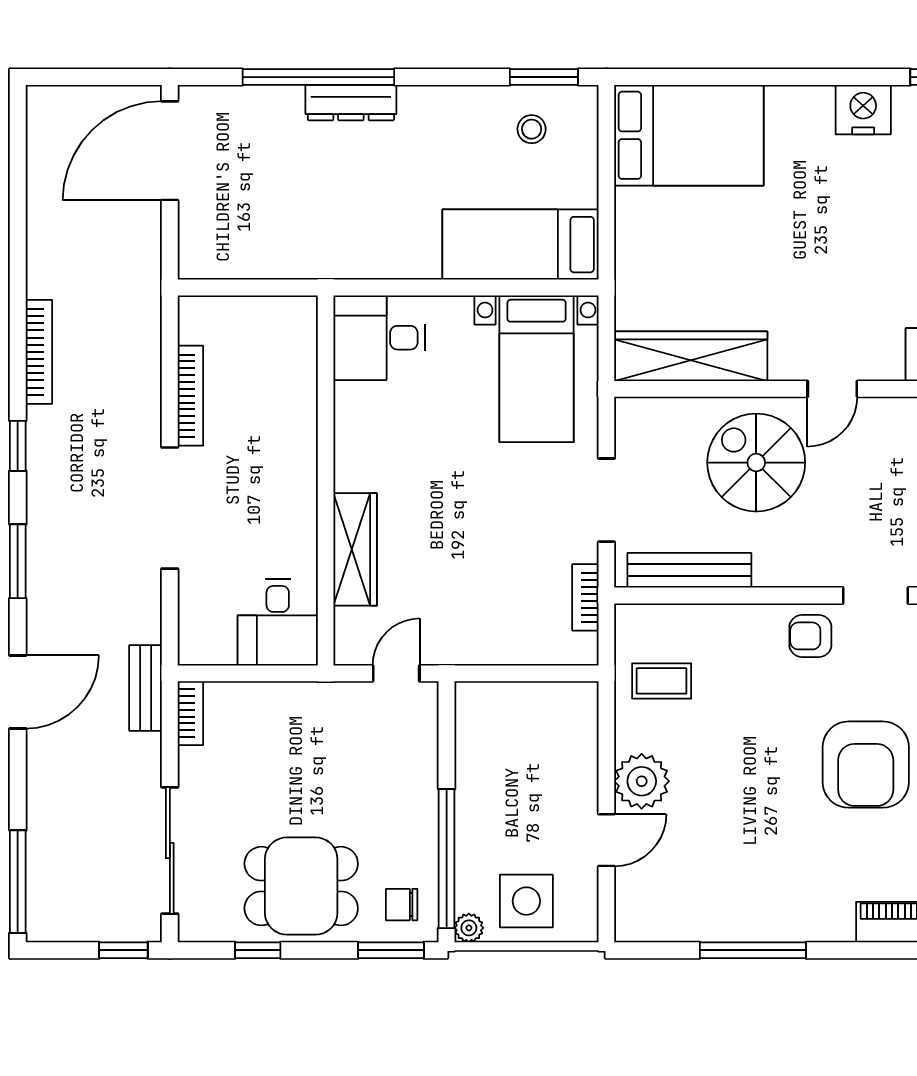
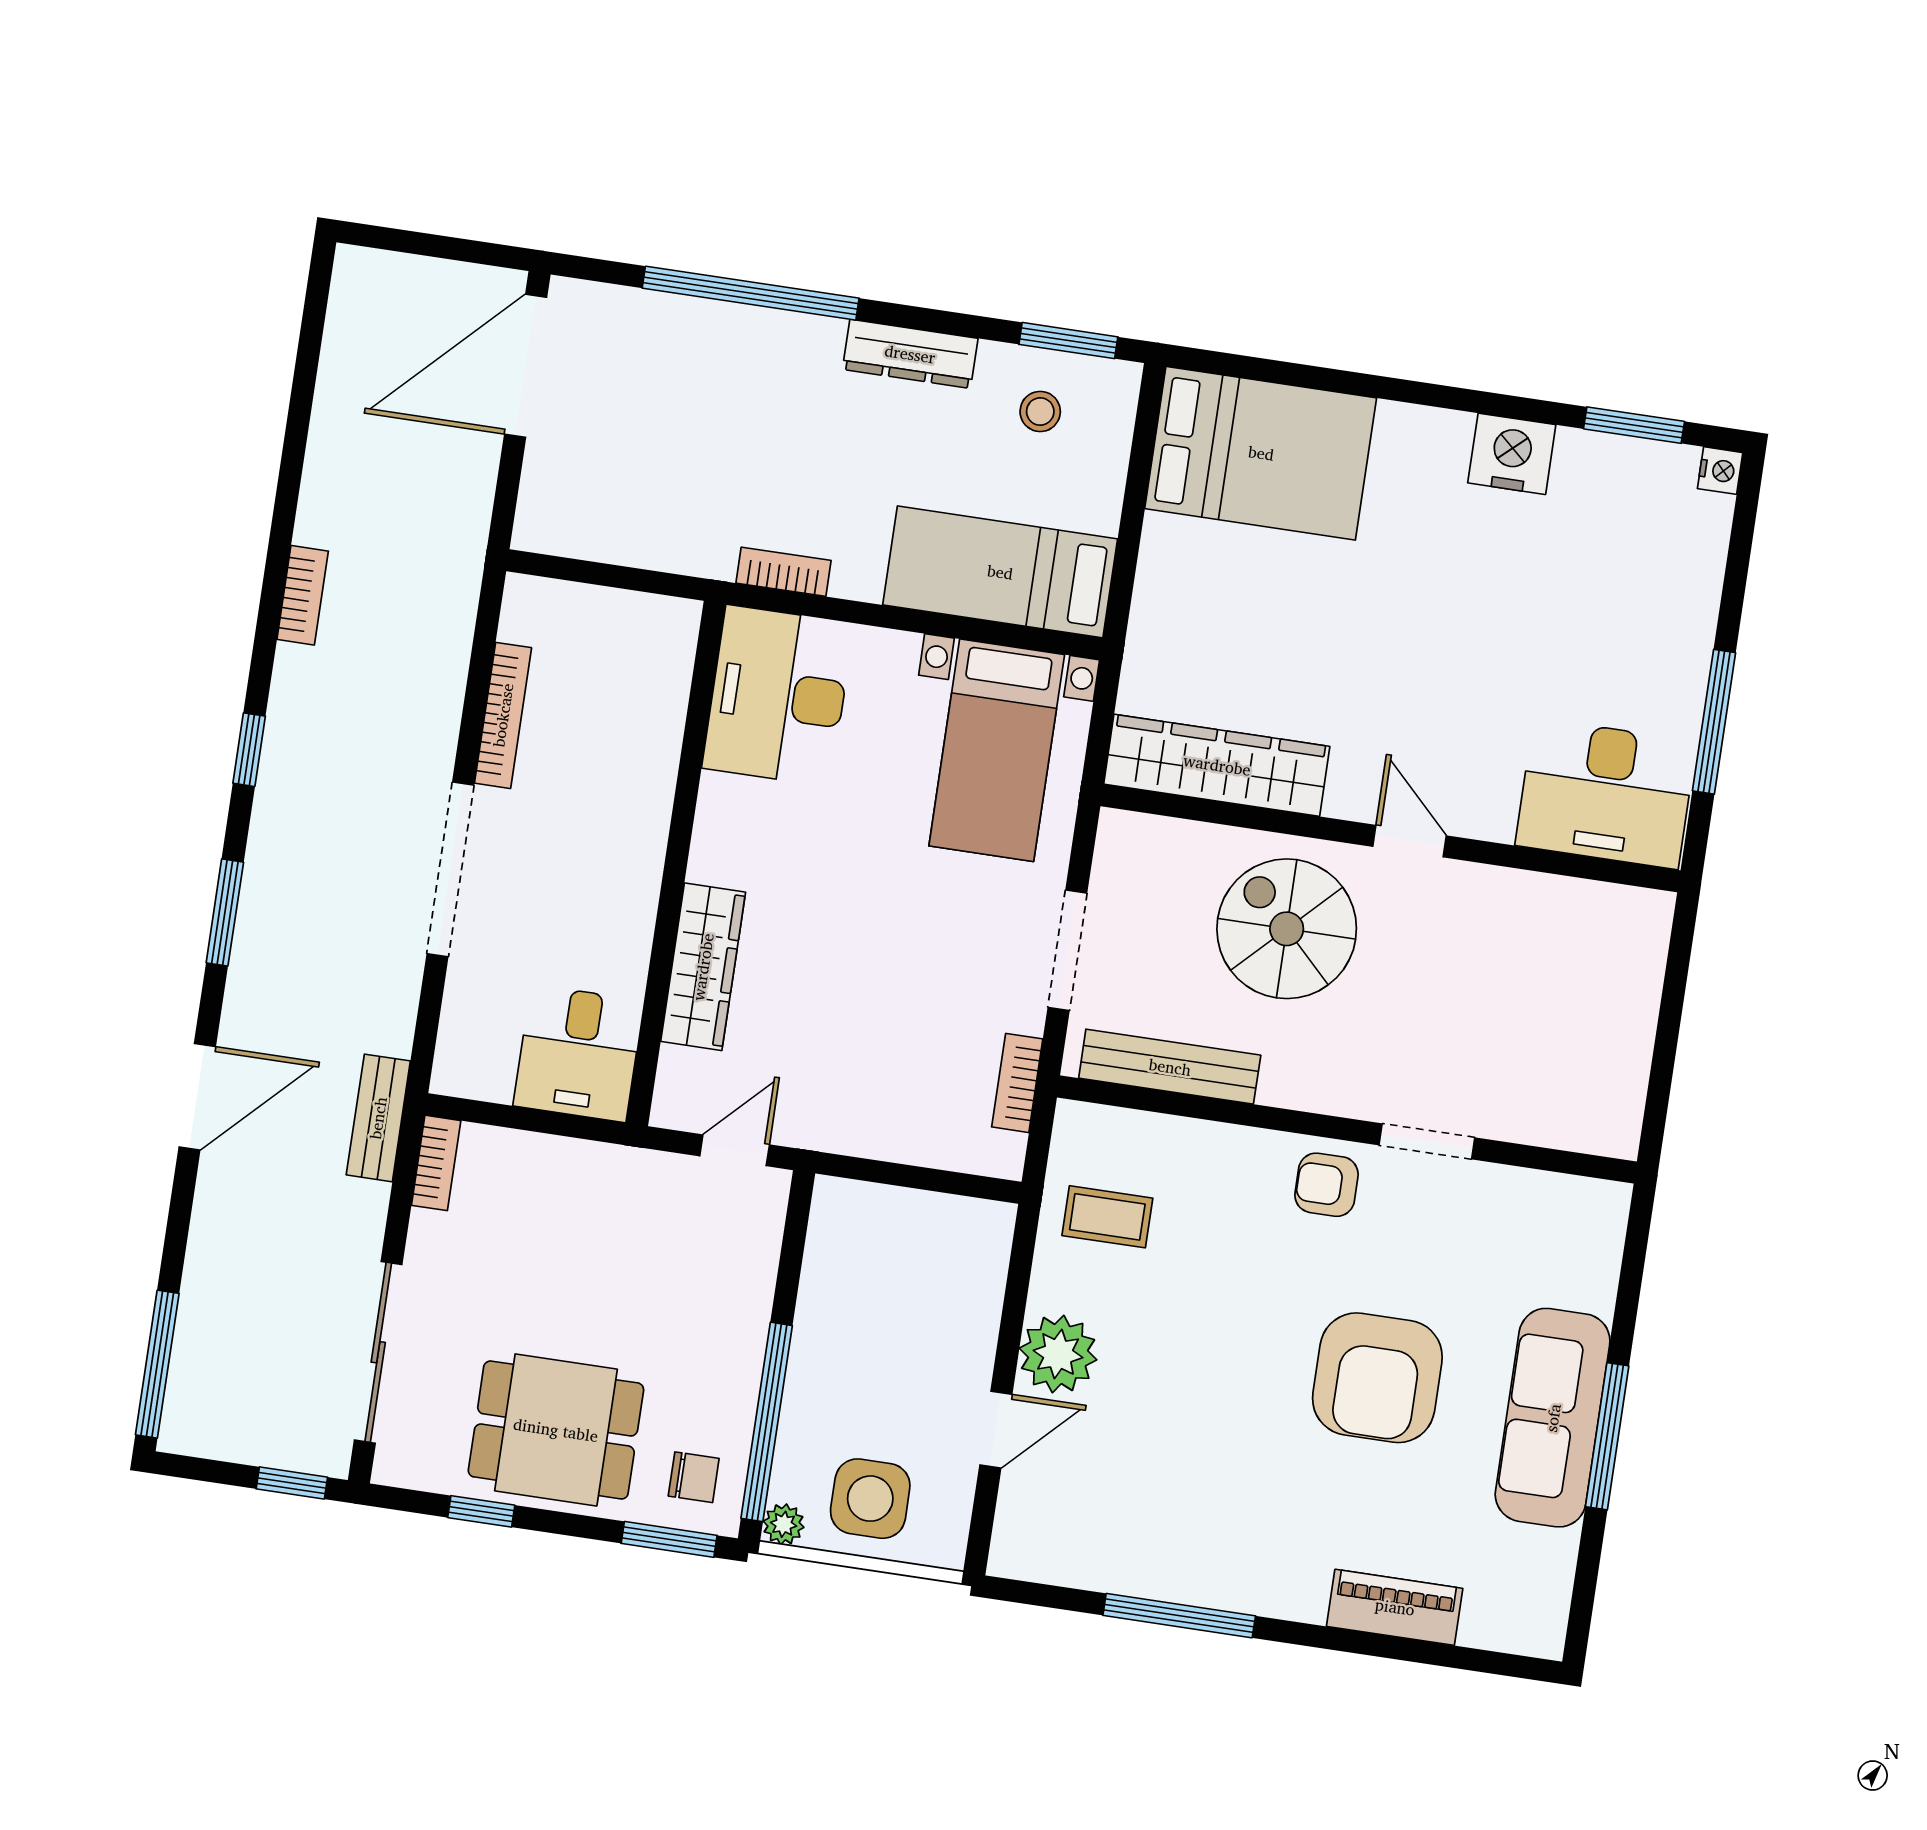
dresser: (351, 103) -> (910, 354), moved
bookcase: (370, 267) -> (784, 572), added
desk: (379, 338) -> (778, 696), width x1.37
bookcase: (39, 352) -> (303, 595), width x0.64
door: (832, 389) -> (1410, 841), swing flipped
chair: (402, 905) -> (694, 1477), turned 180

